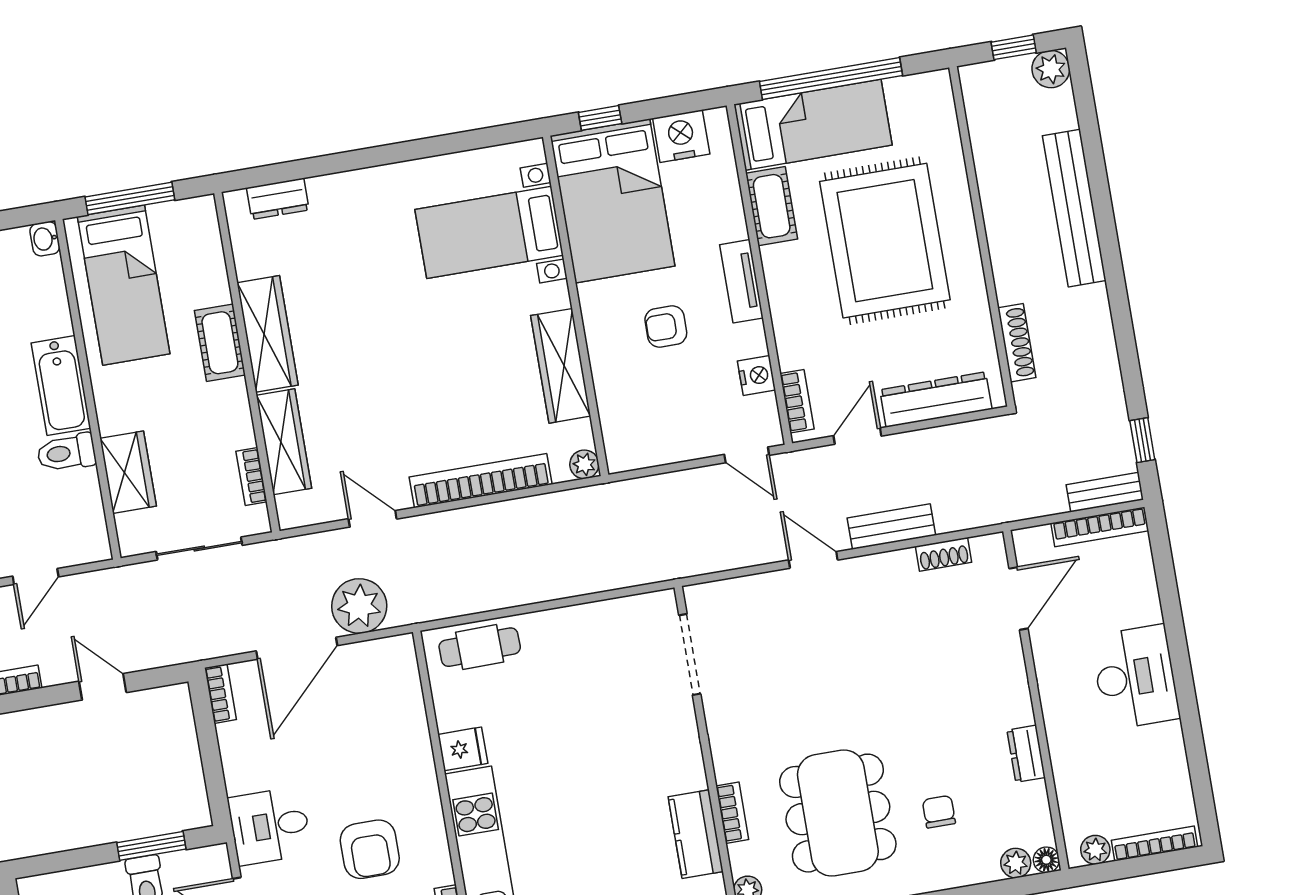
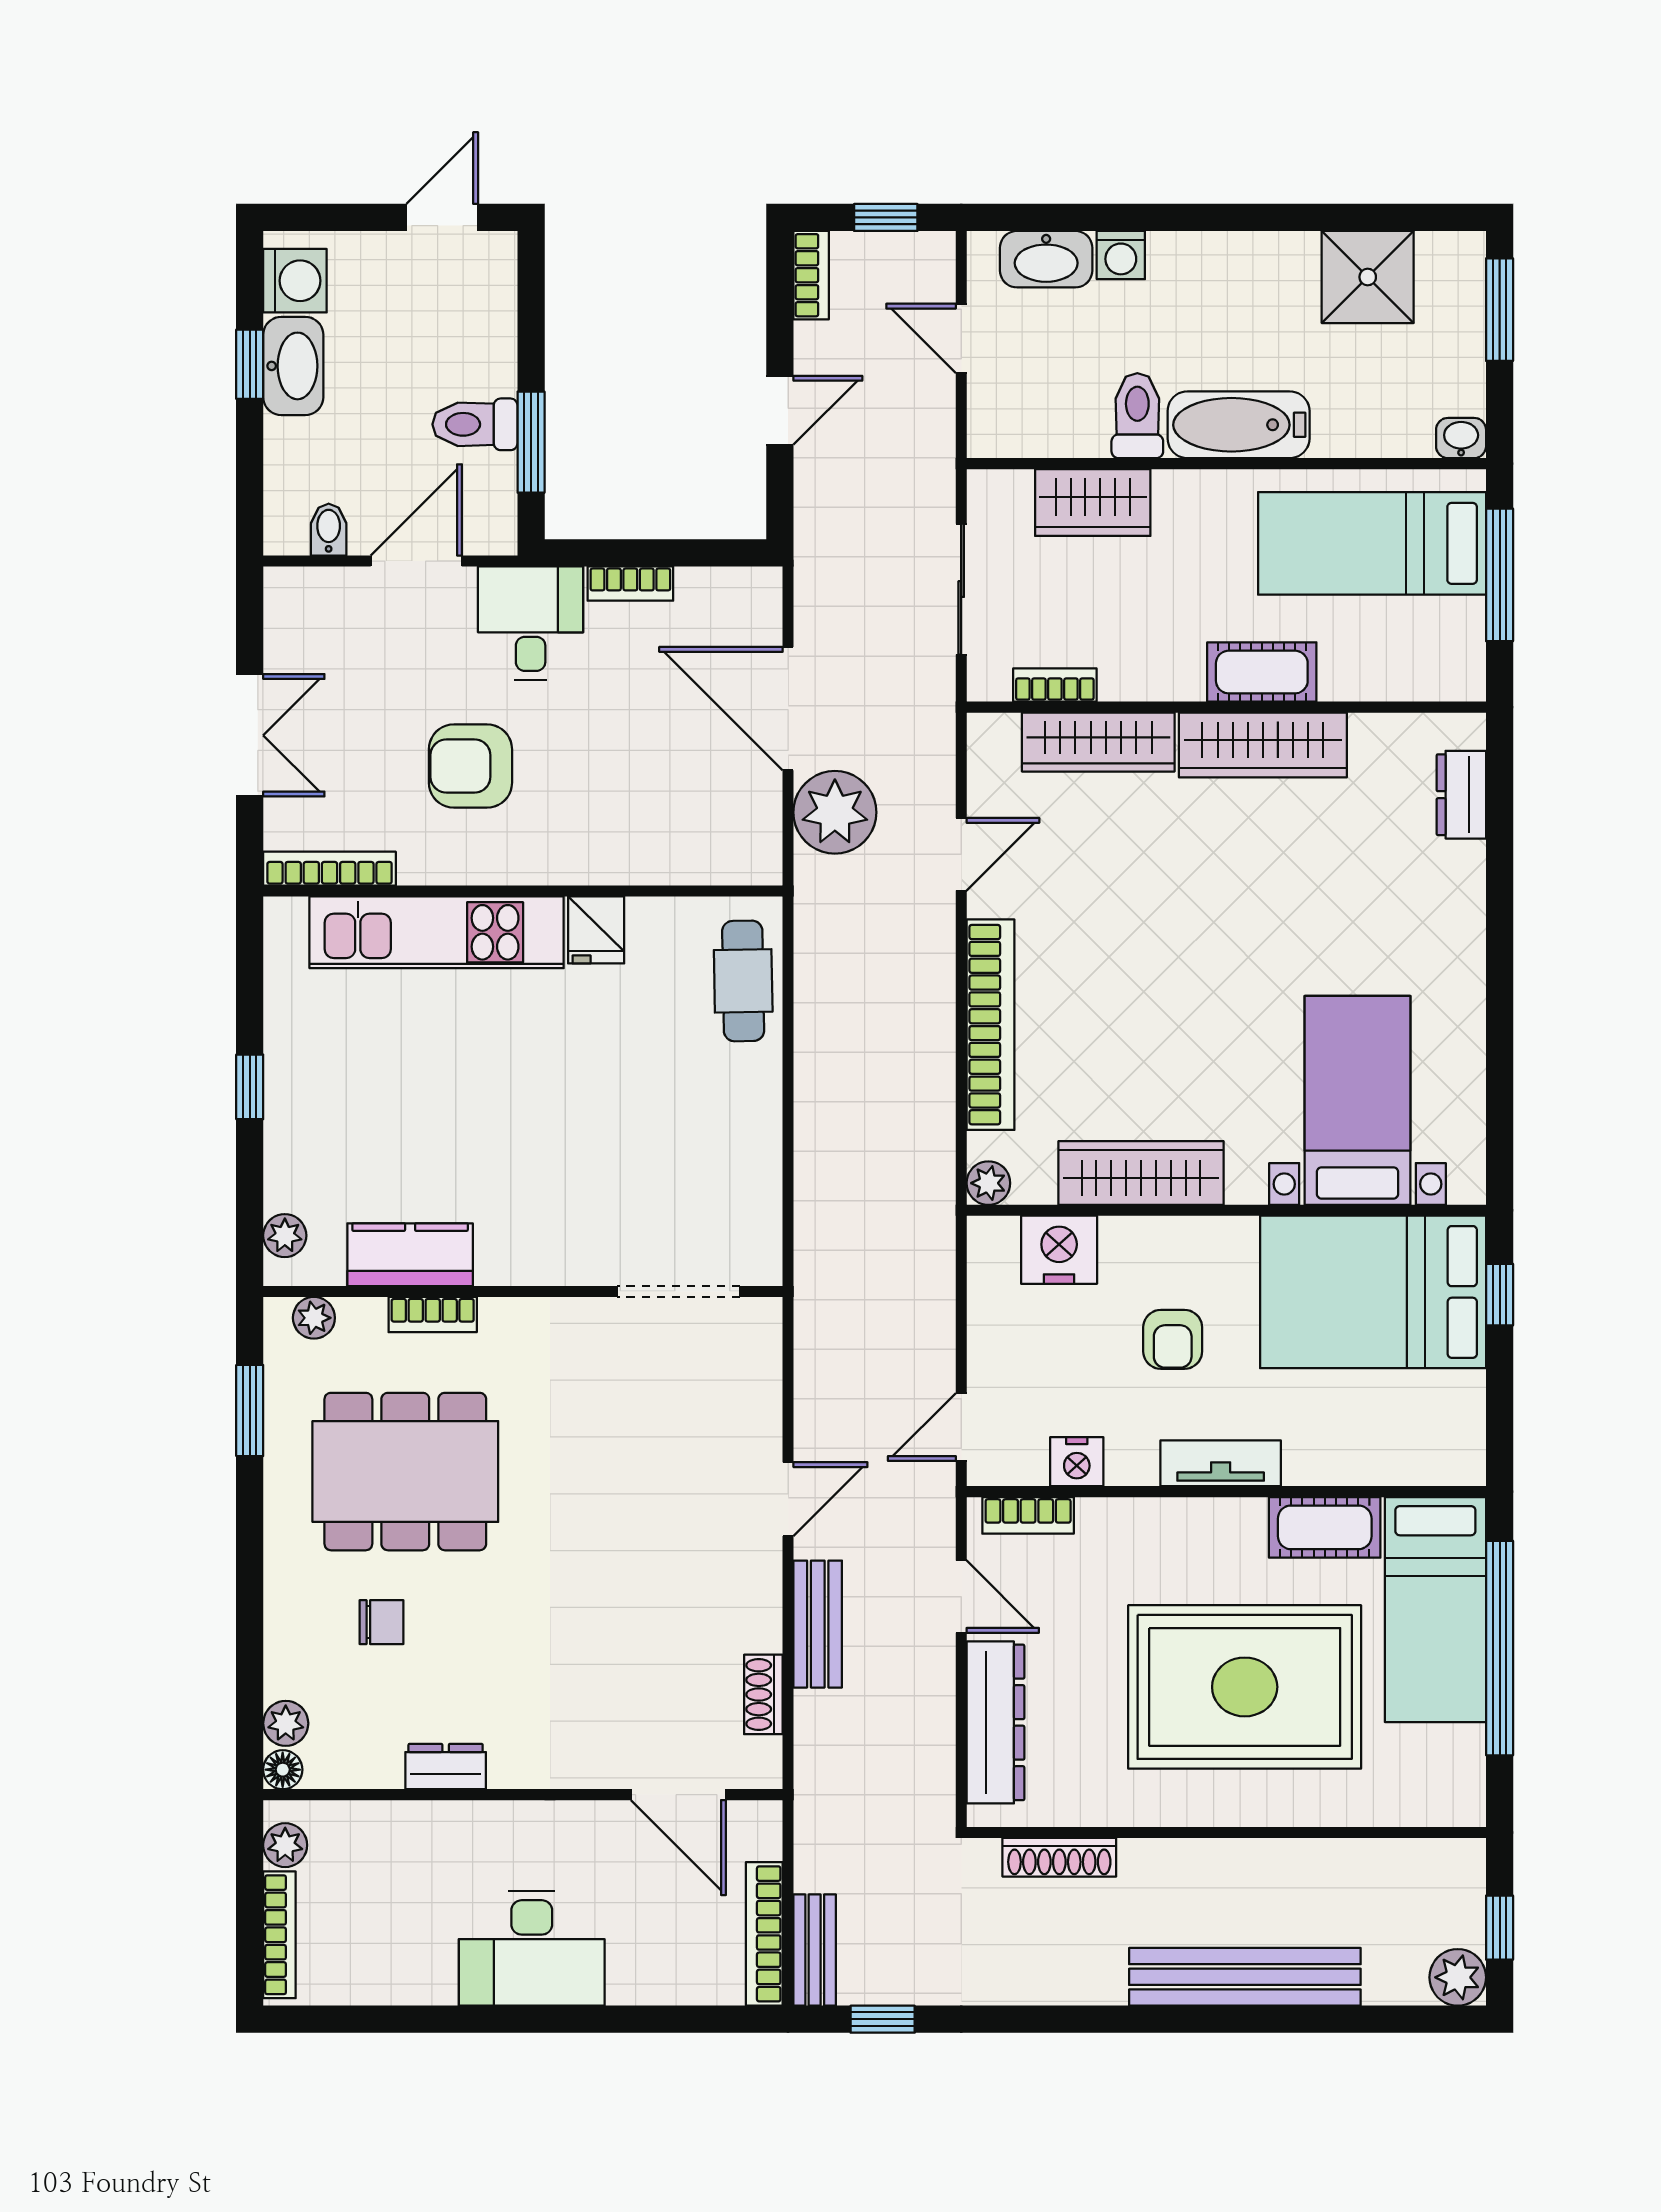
nightstand: (681, 136) -> (1059, 1250), moved, turned -90
armchair: (666, 326) -> (1173, 1339), turned 180
bookcase: (220, 694) -> (630, 584), moved

